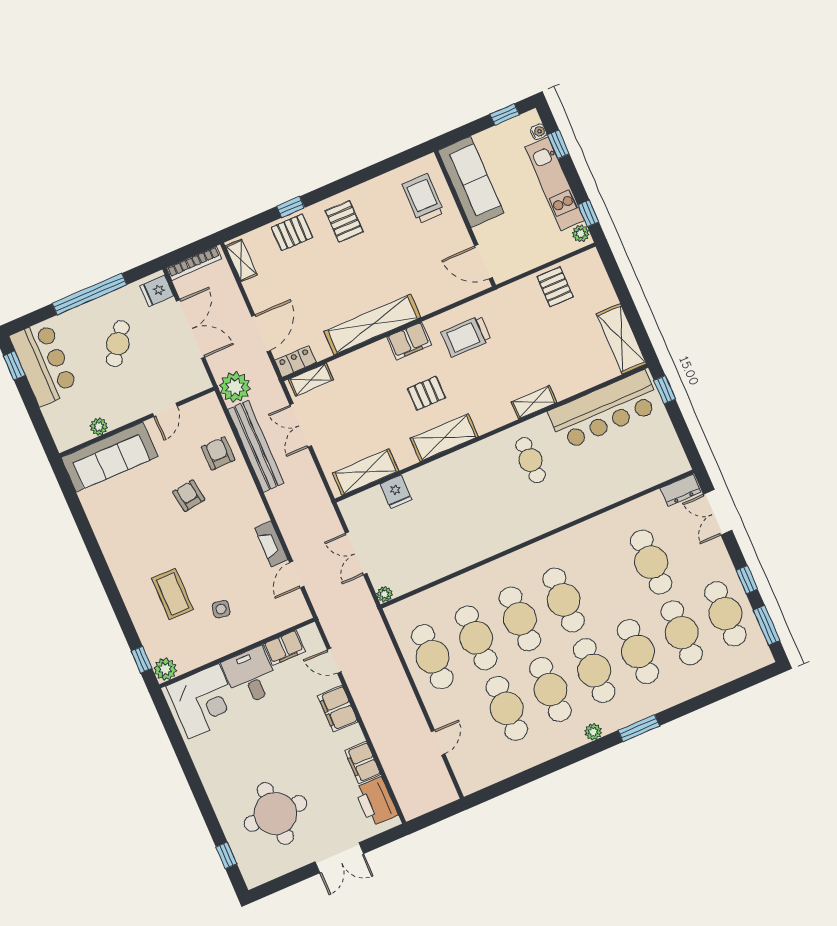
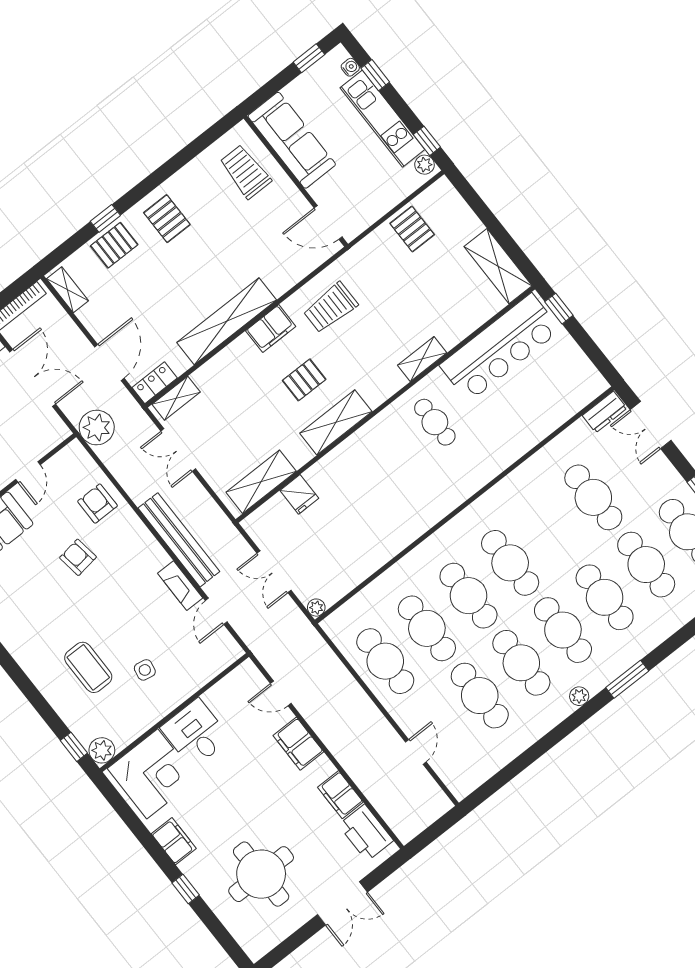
bench: (256, 446) -> (179, 540), moved
filing cabinet: (284, 648) -> (174, 841), moved, turned -90
window: (226, 855) -> (186, 889), moved

